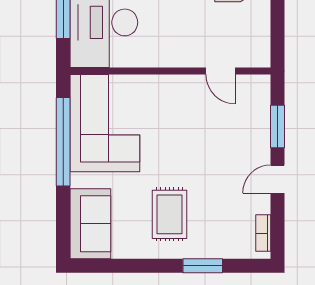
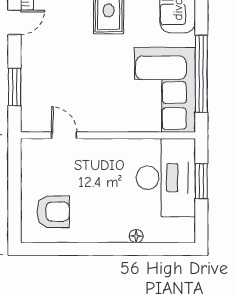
door: (278, 179) -> (14, 22), moved

